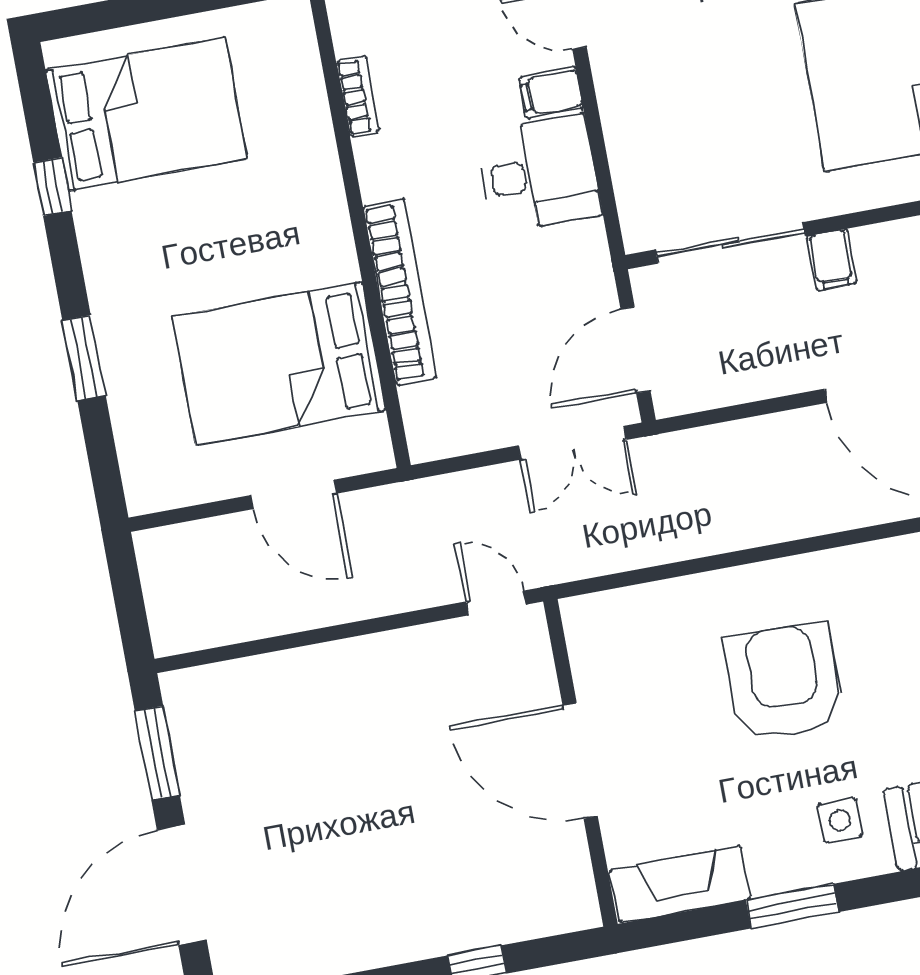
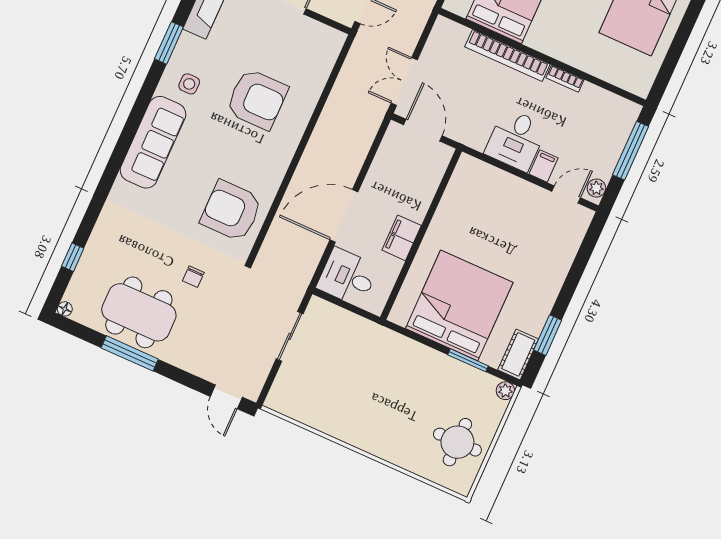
bookcase: (358, 96) -> (565, 79), moved
sliding door: (731, 243) -> (439, 195), removed
filing cabinet: (832, 260) -> (402, 238), width x2.00

